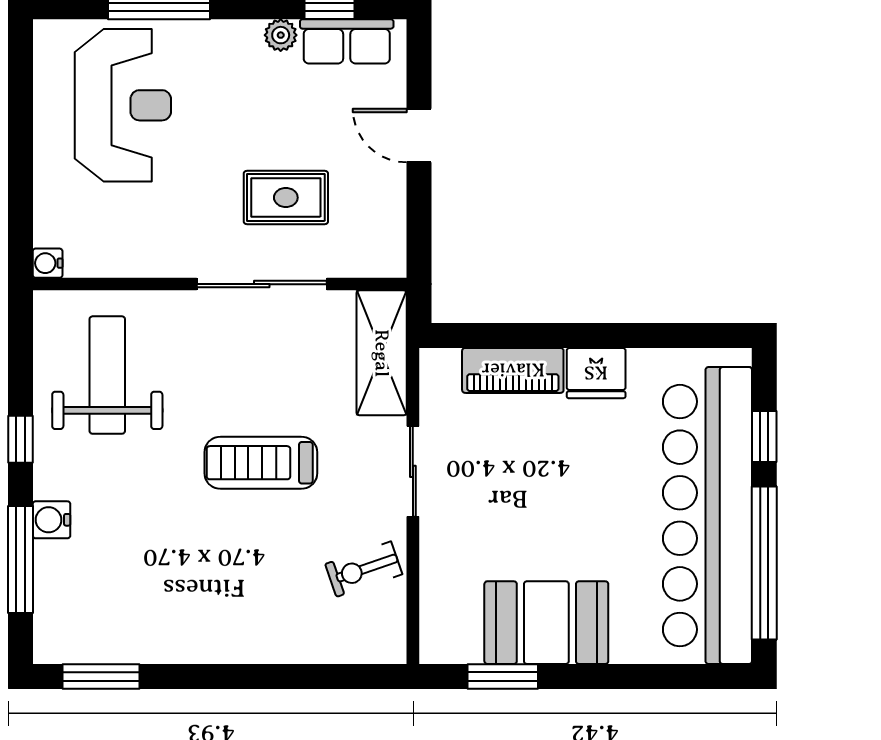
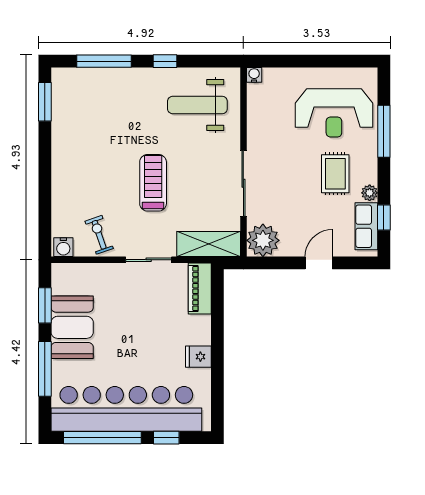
rug: (286, 198) -> (335, 174), moved
plant: (374, 246) -> (263, 240), added
piano: (513, 370) -> (200, 288), moved
fridge: (596, 373) -> (198, 357), width x0.72
weight bench: (107, 375) -> (197, 105), turned 180
water cooler: (51, 520) -> (63, 247), moved, turned 180
window: (629, 676) -> (45, 369), added

